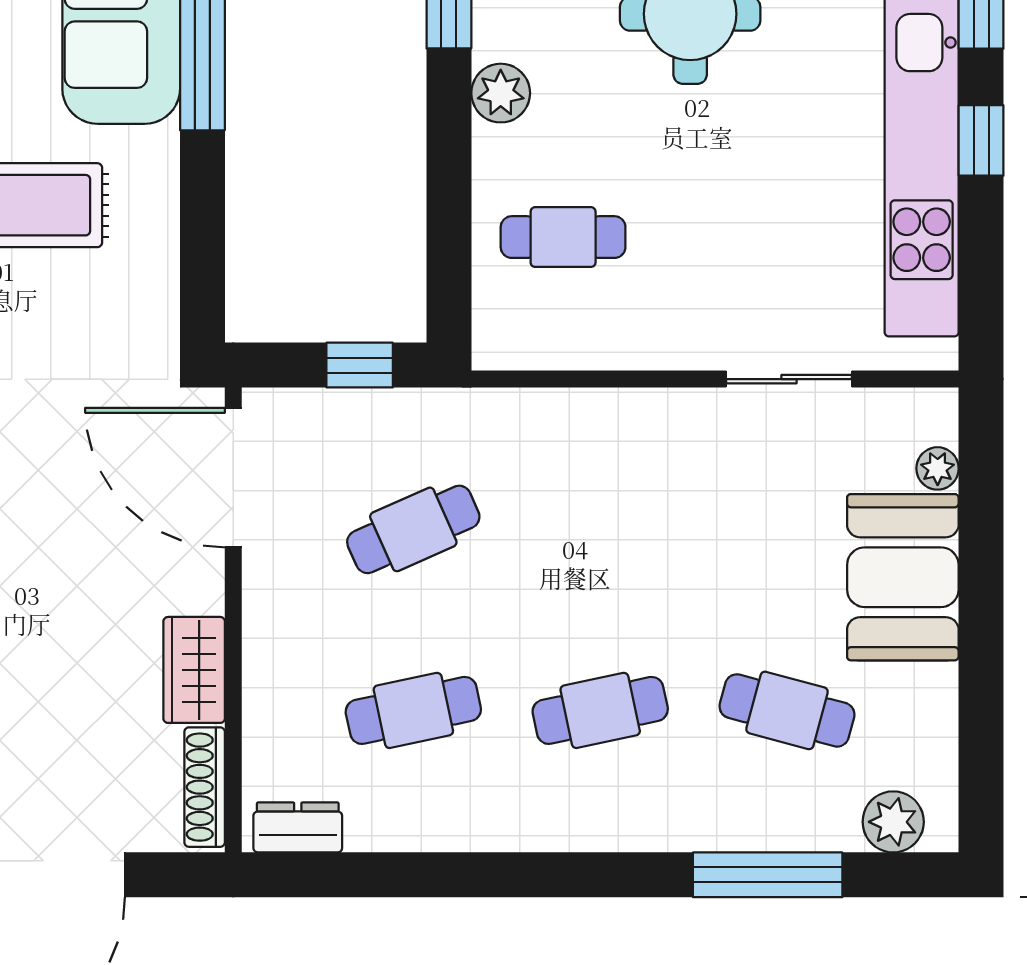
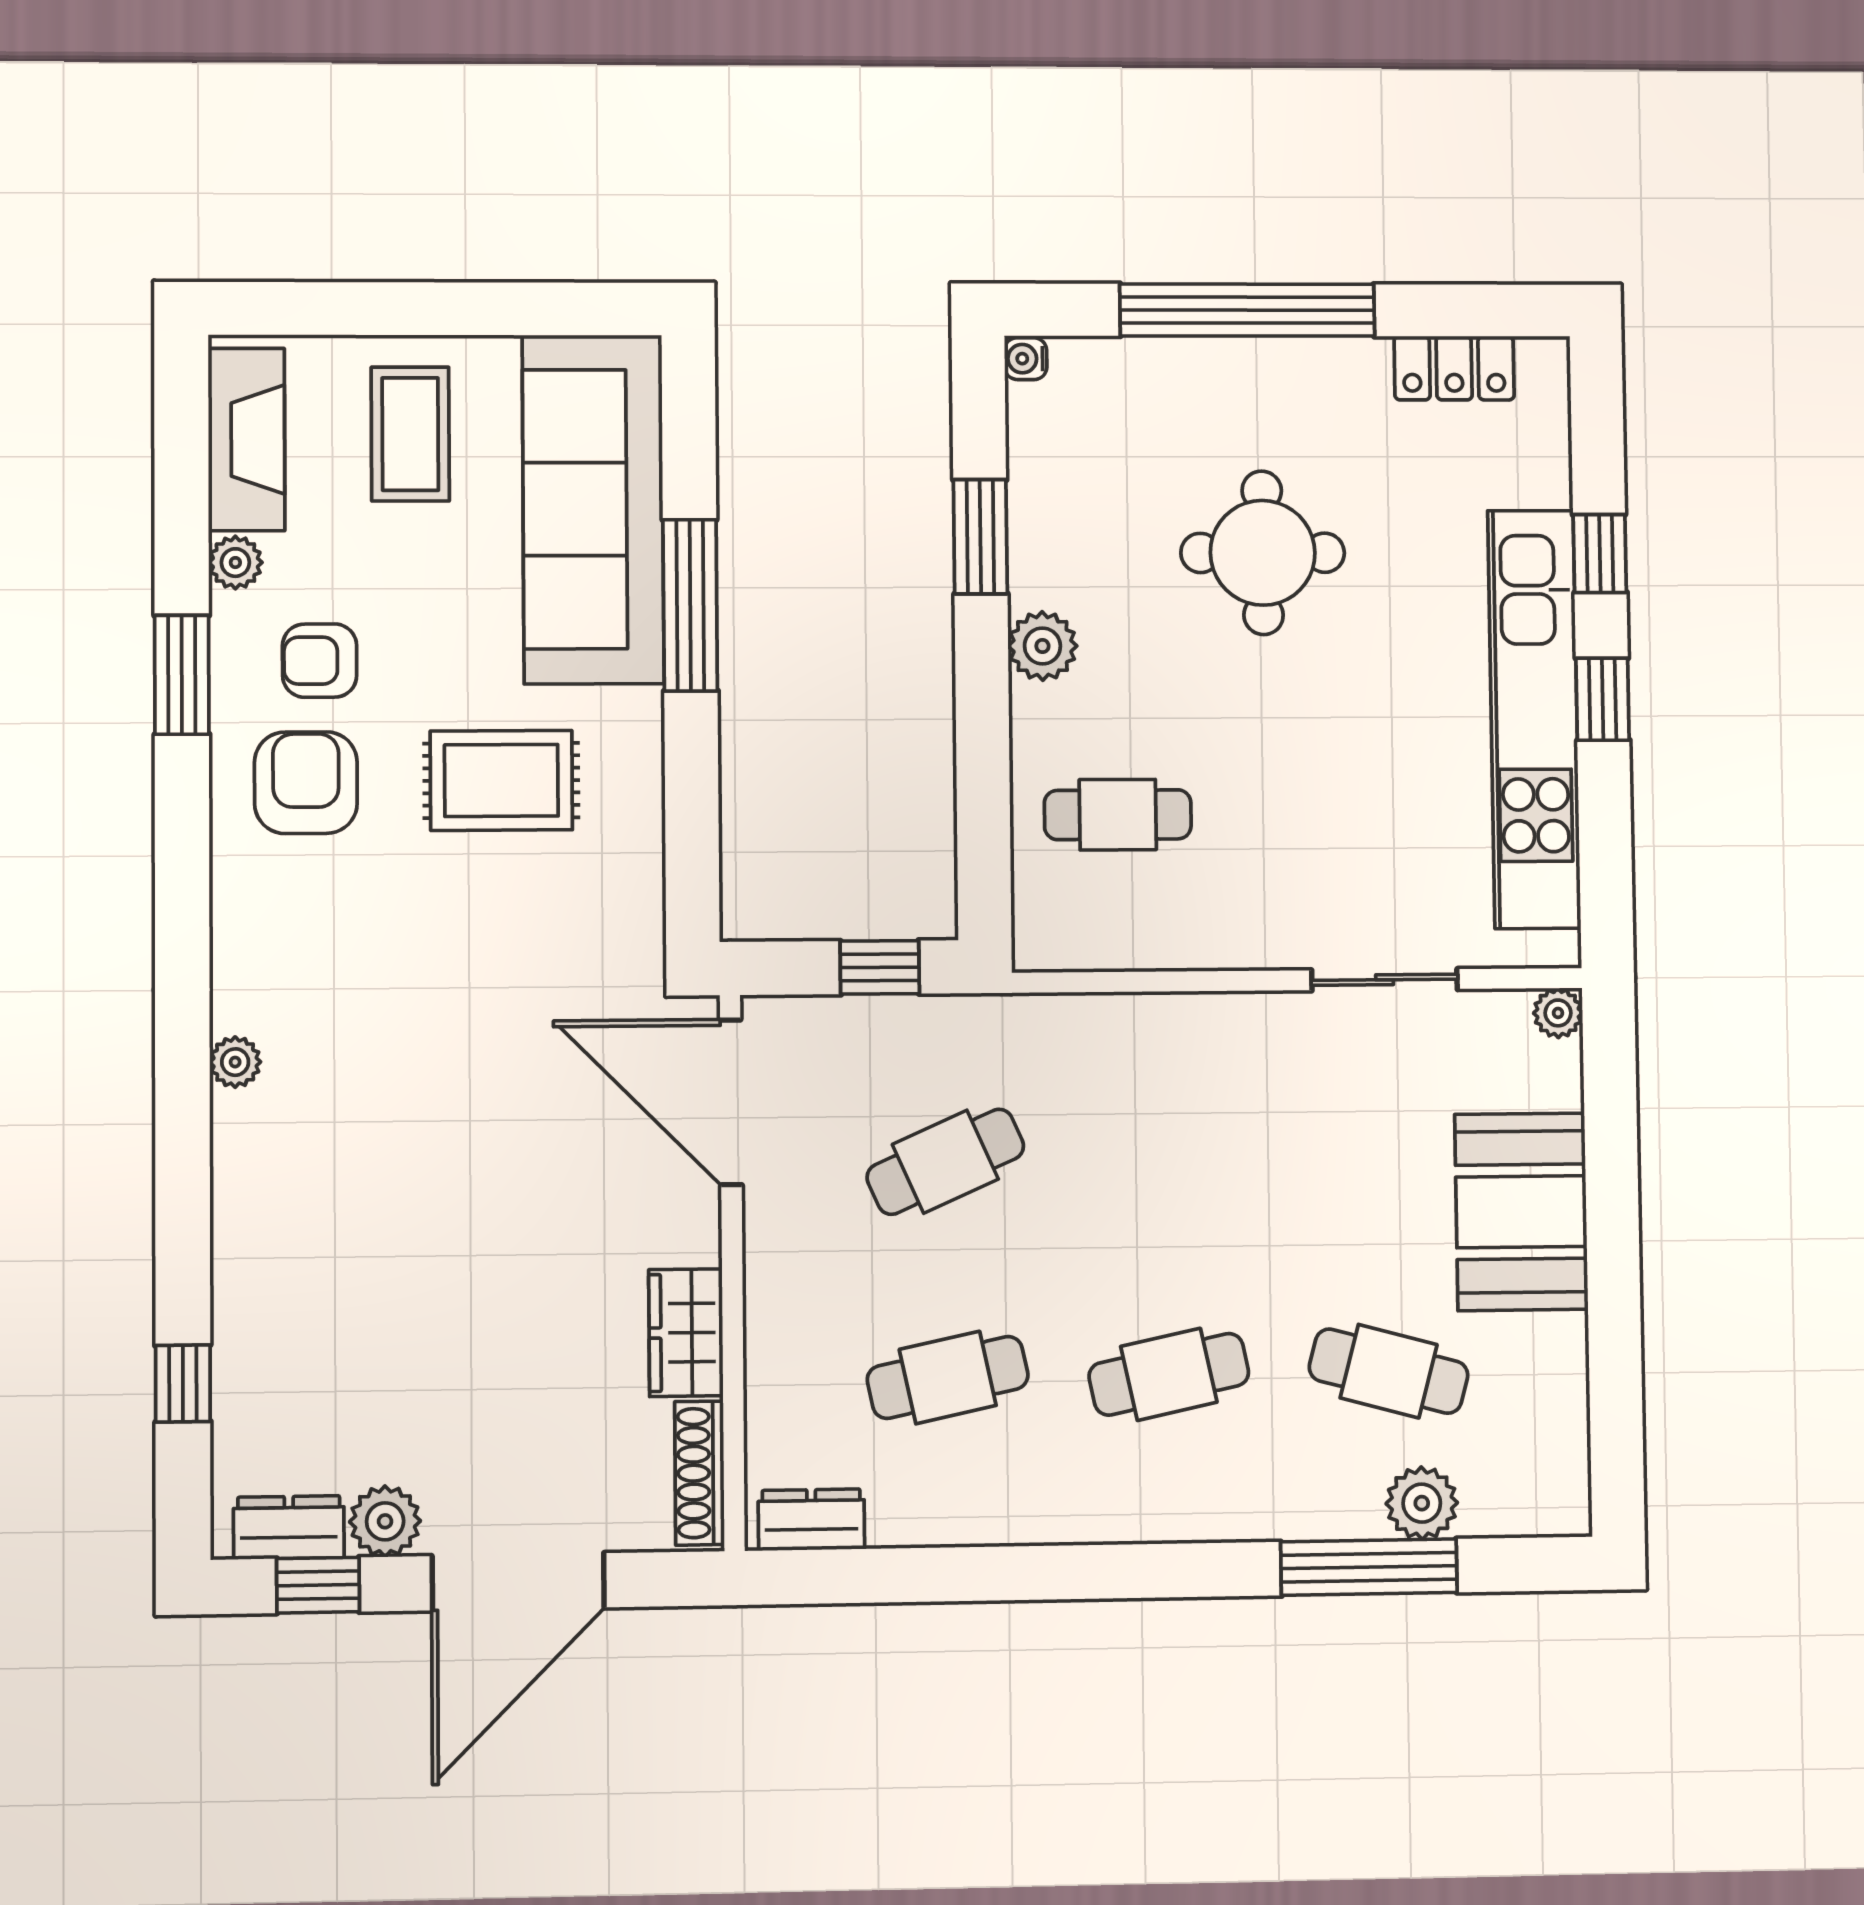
plant: (938, 468) -> (1558, 1013), moved
plant: (893, 822) -> (1422, 1503), moved

